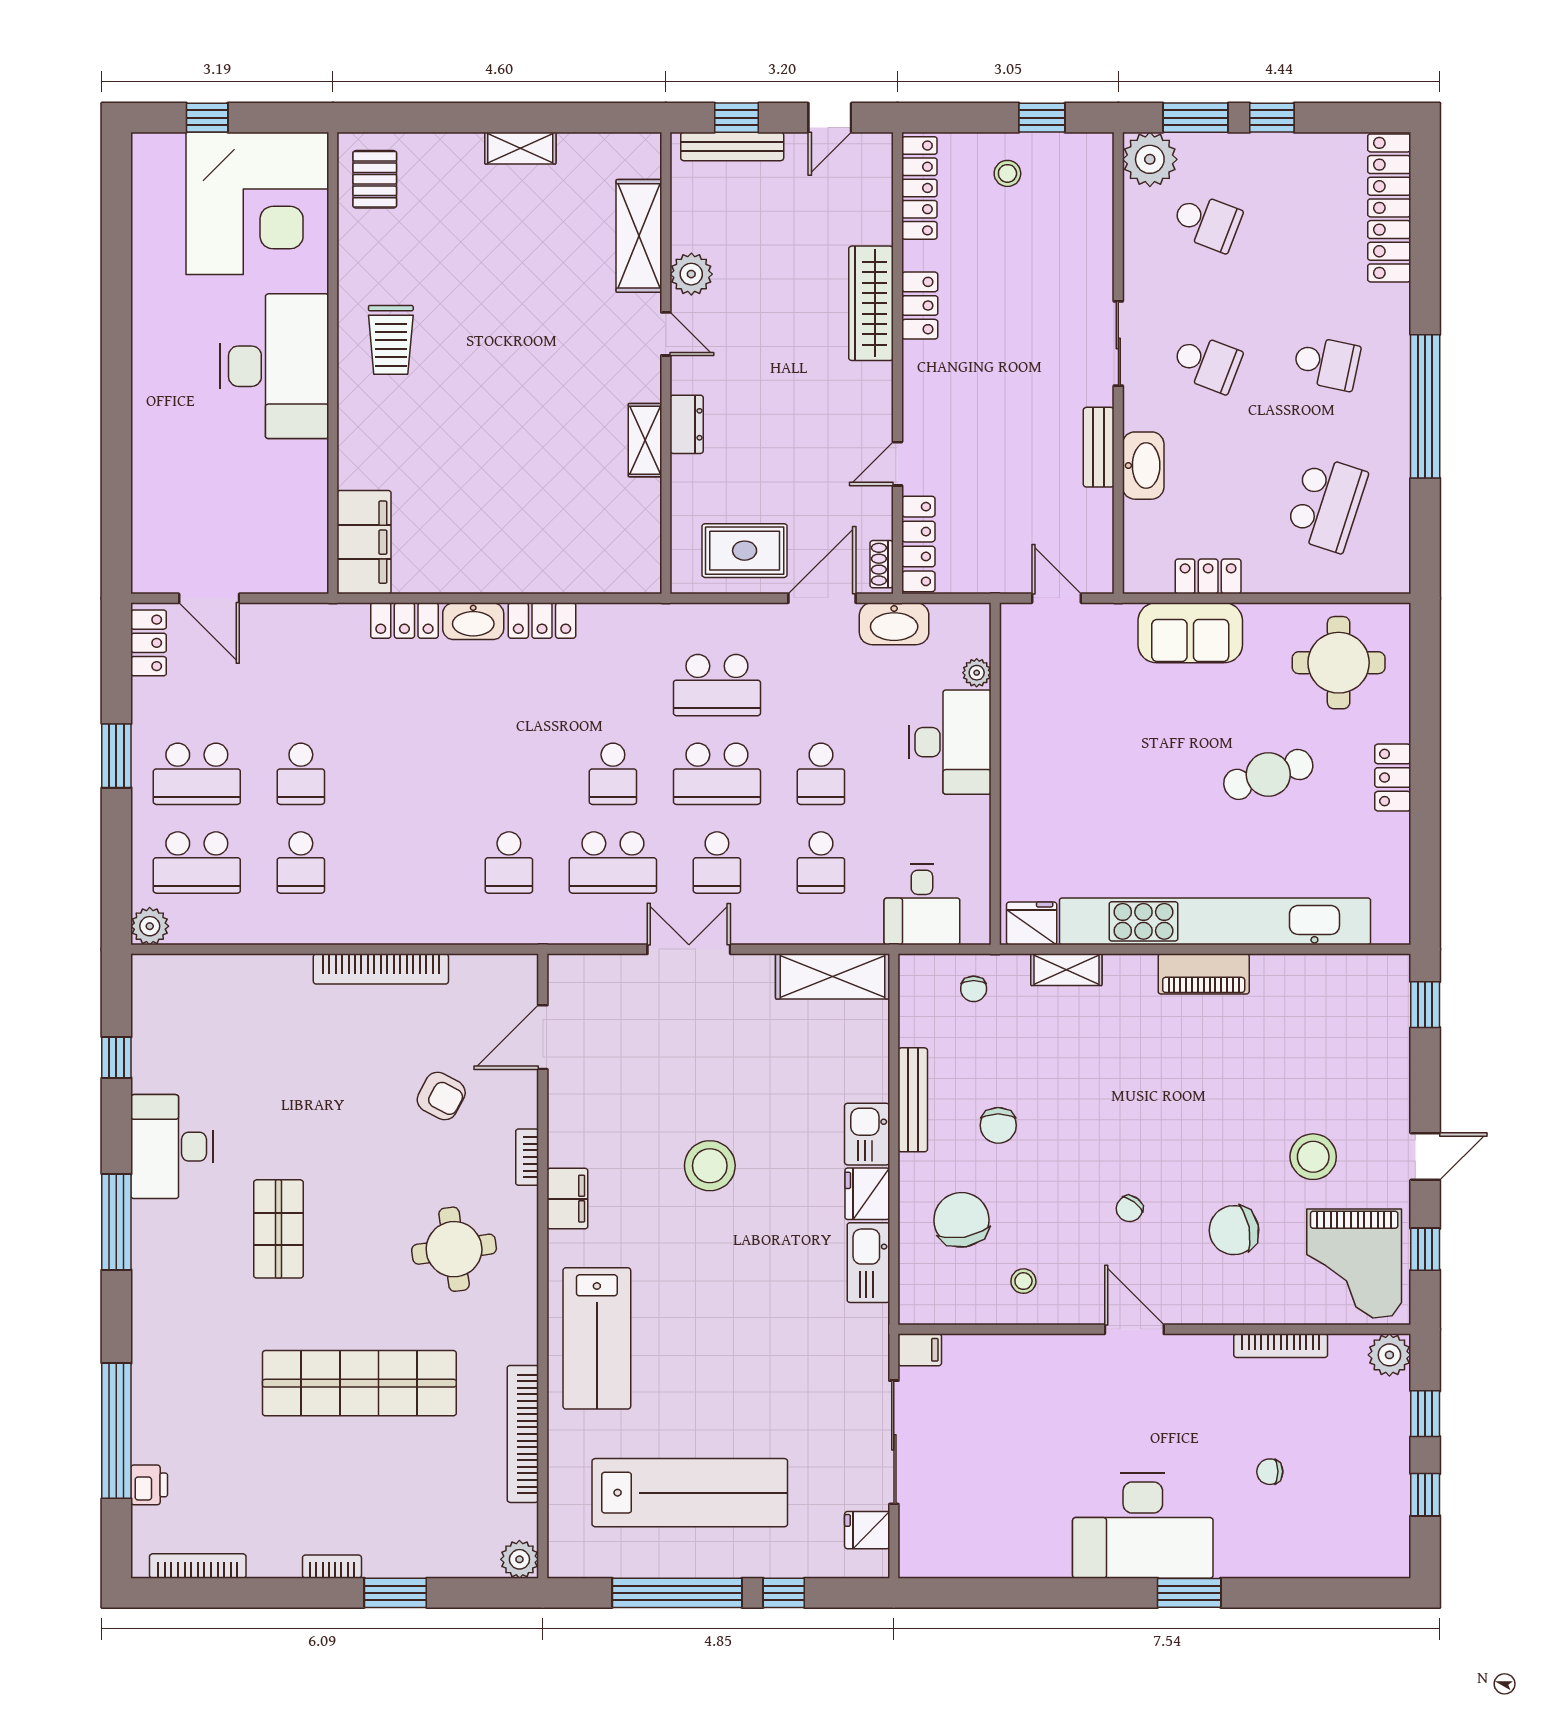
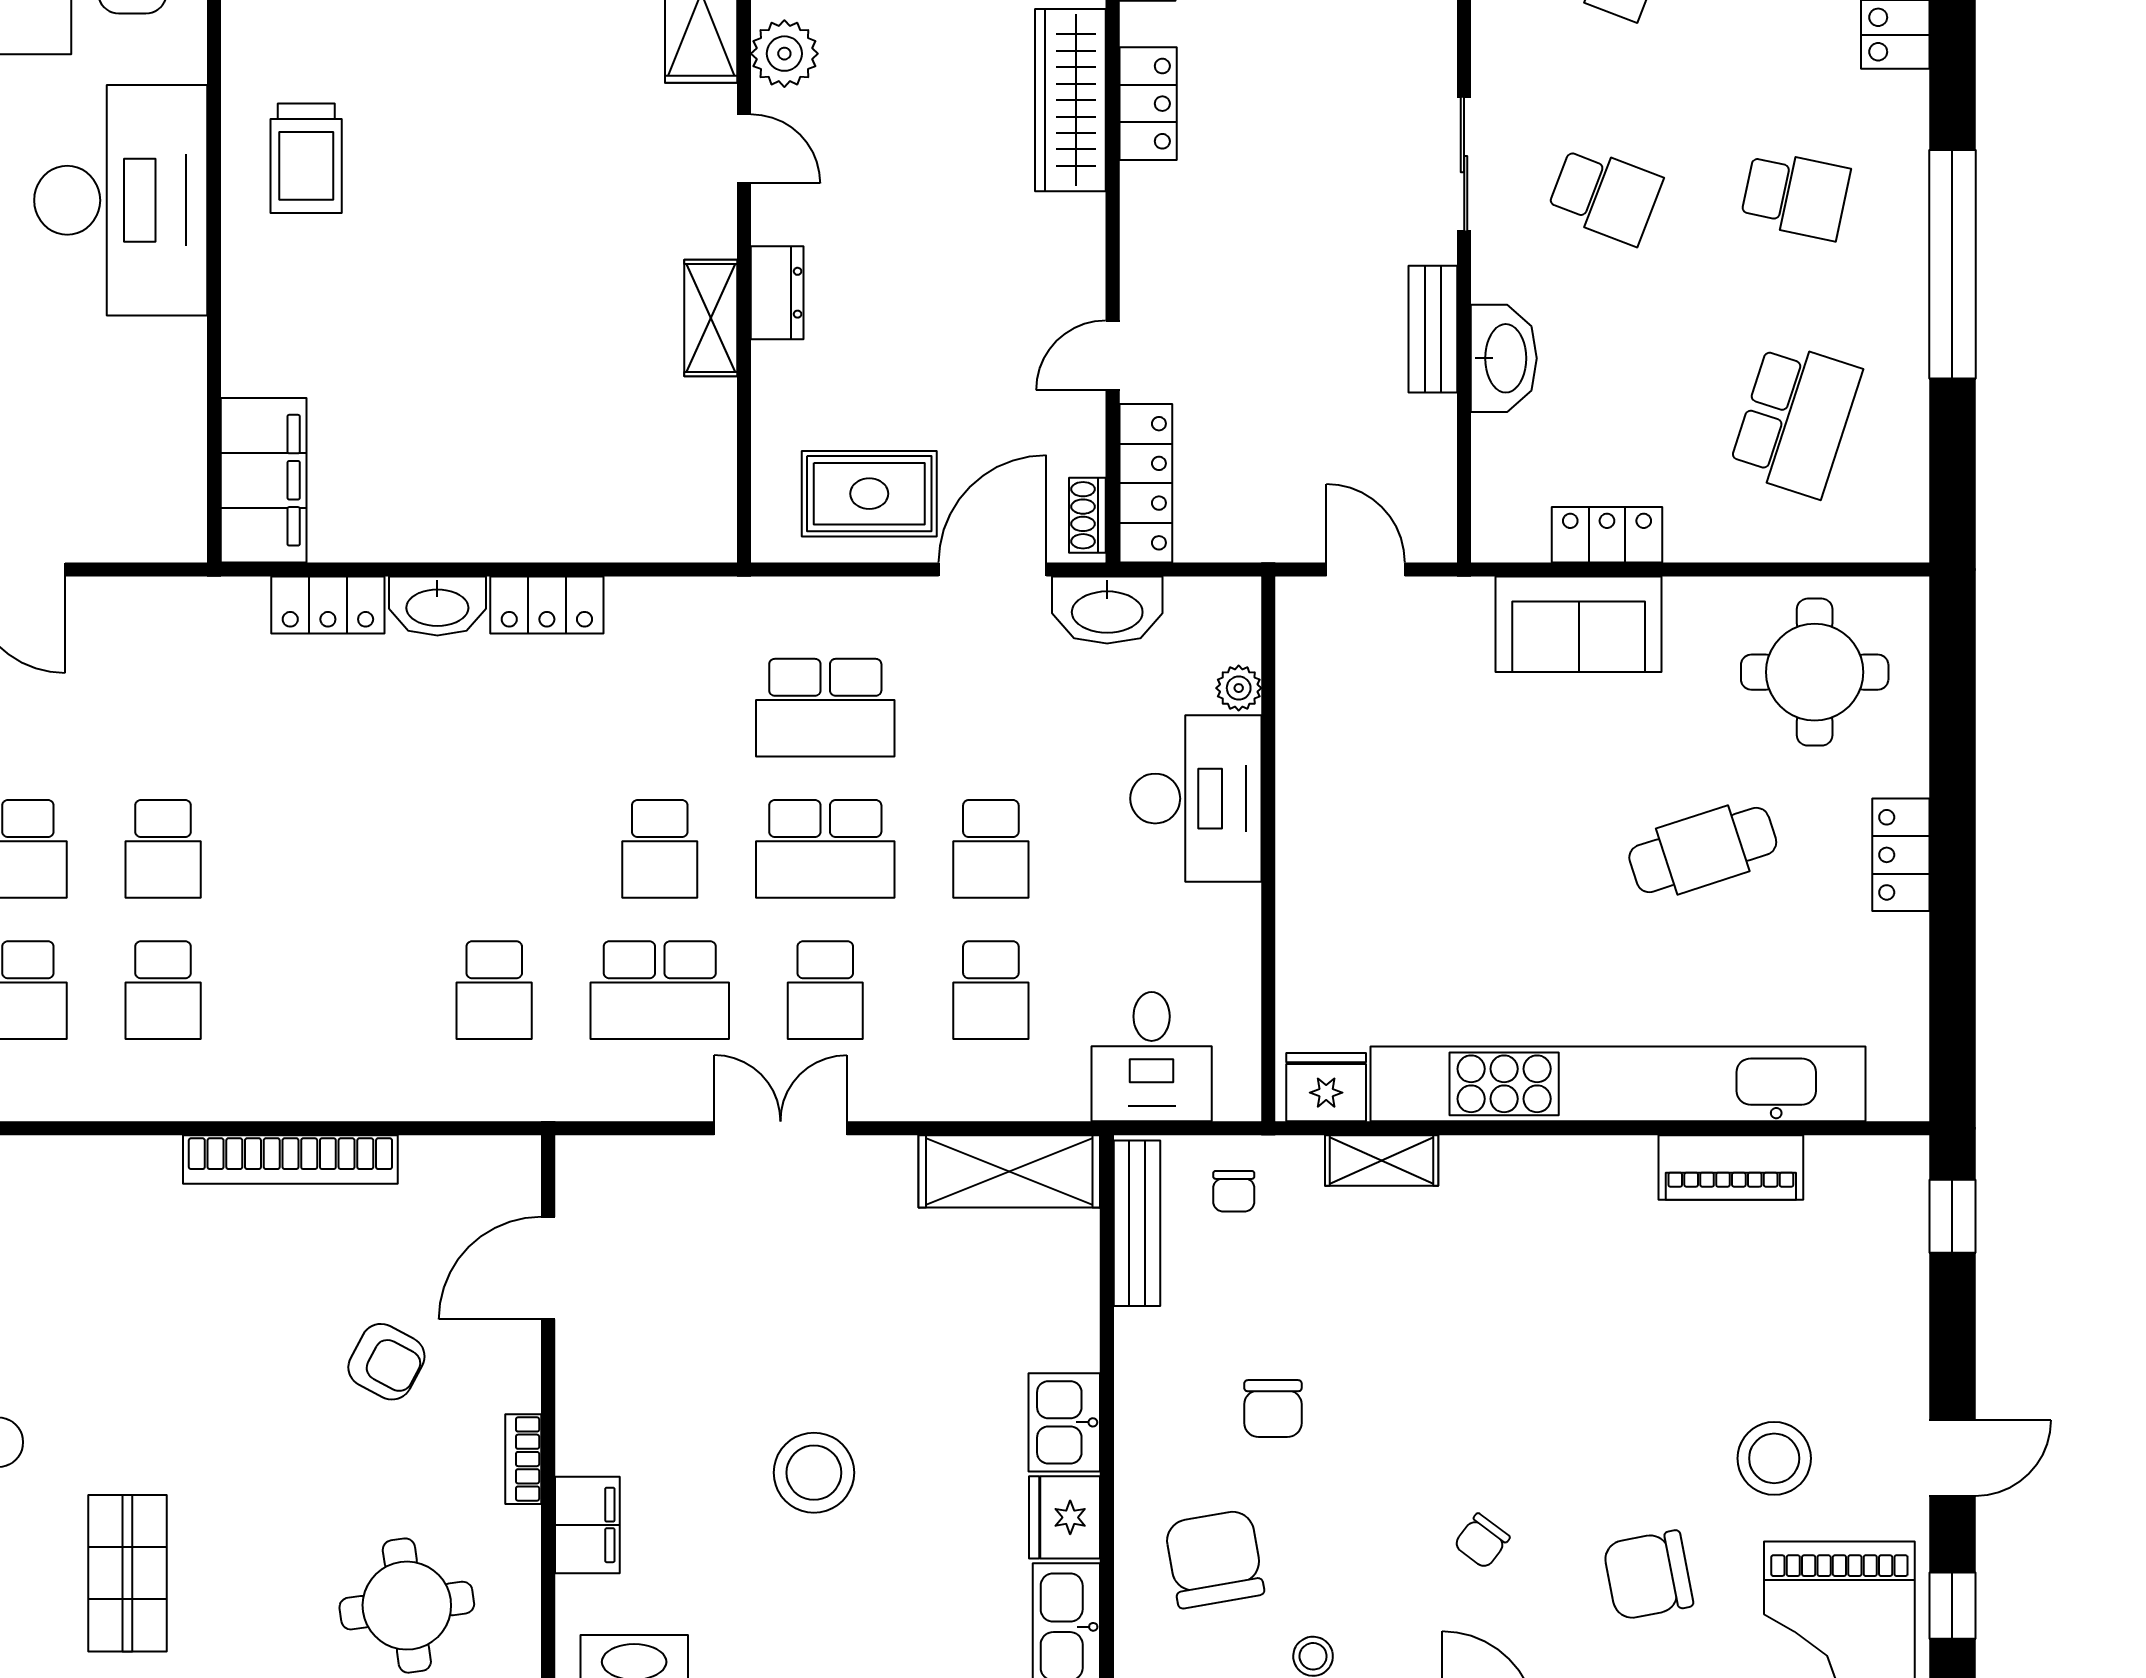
piano: (1204, 974) -> (1731, 1167), moved
bench: (913, 1100) -> (1137, 1223), moved

